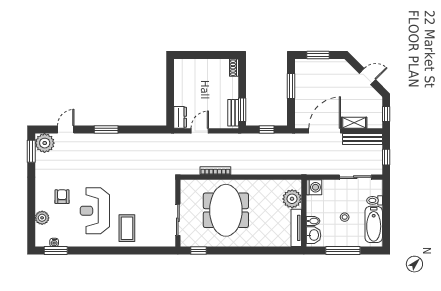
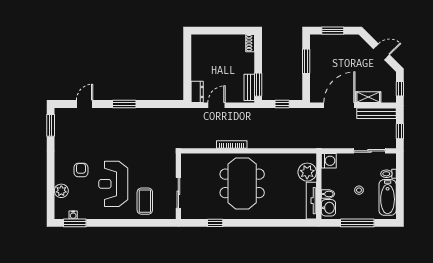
plant: (45, 143) -> (64, 117), removed
wall: (178, 213) -> (178, 186), moved
sliding door: (178, 220) -> (178, 193), moved

